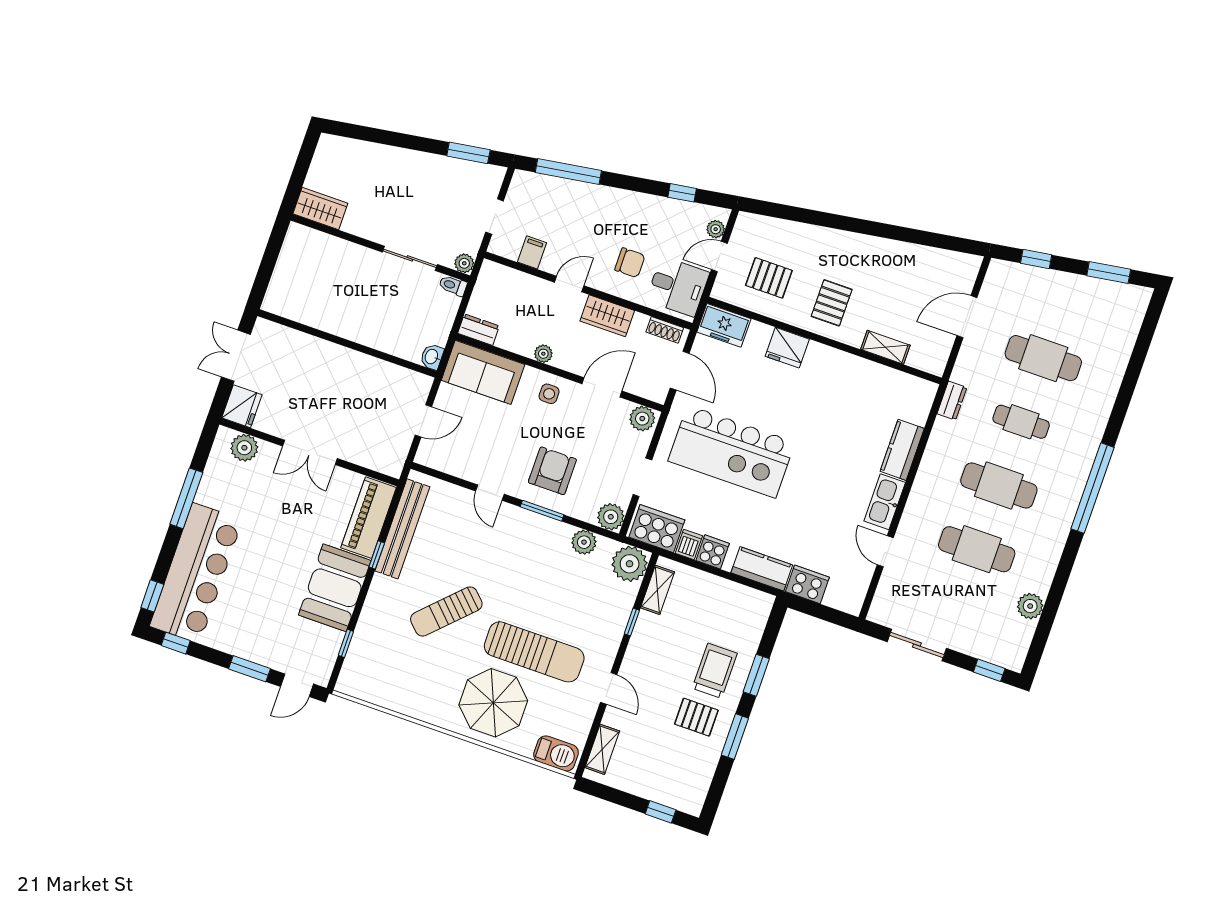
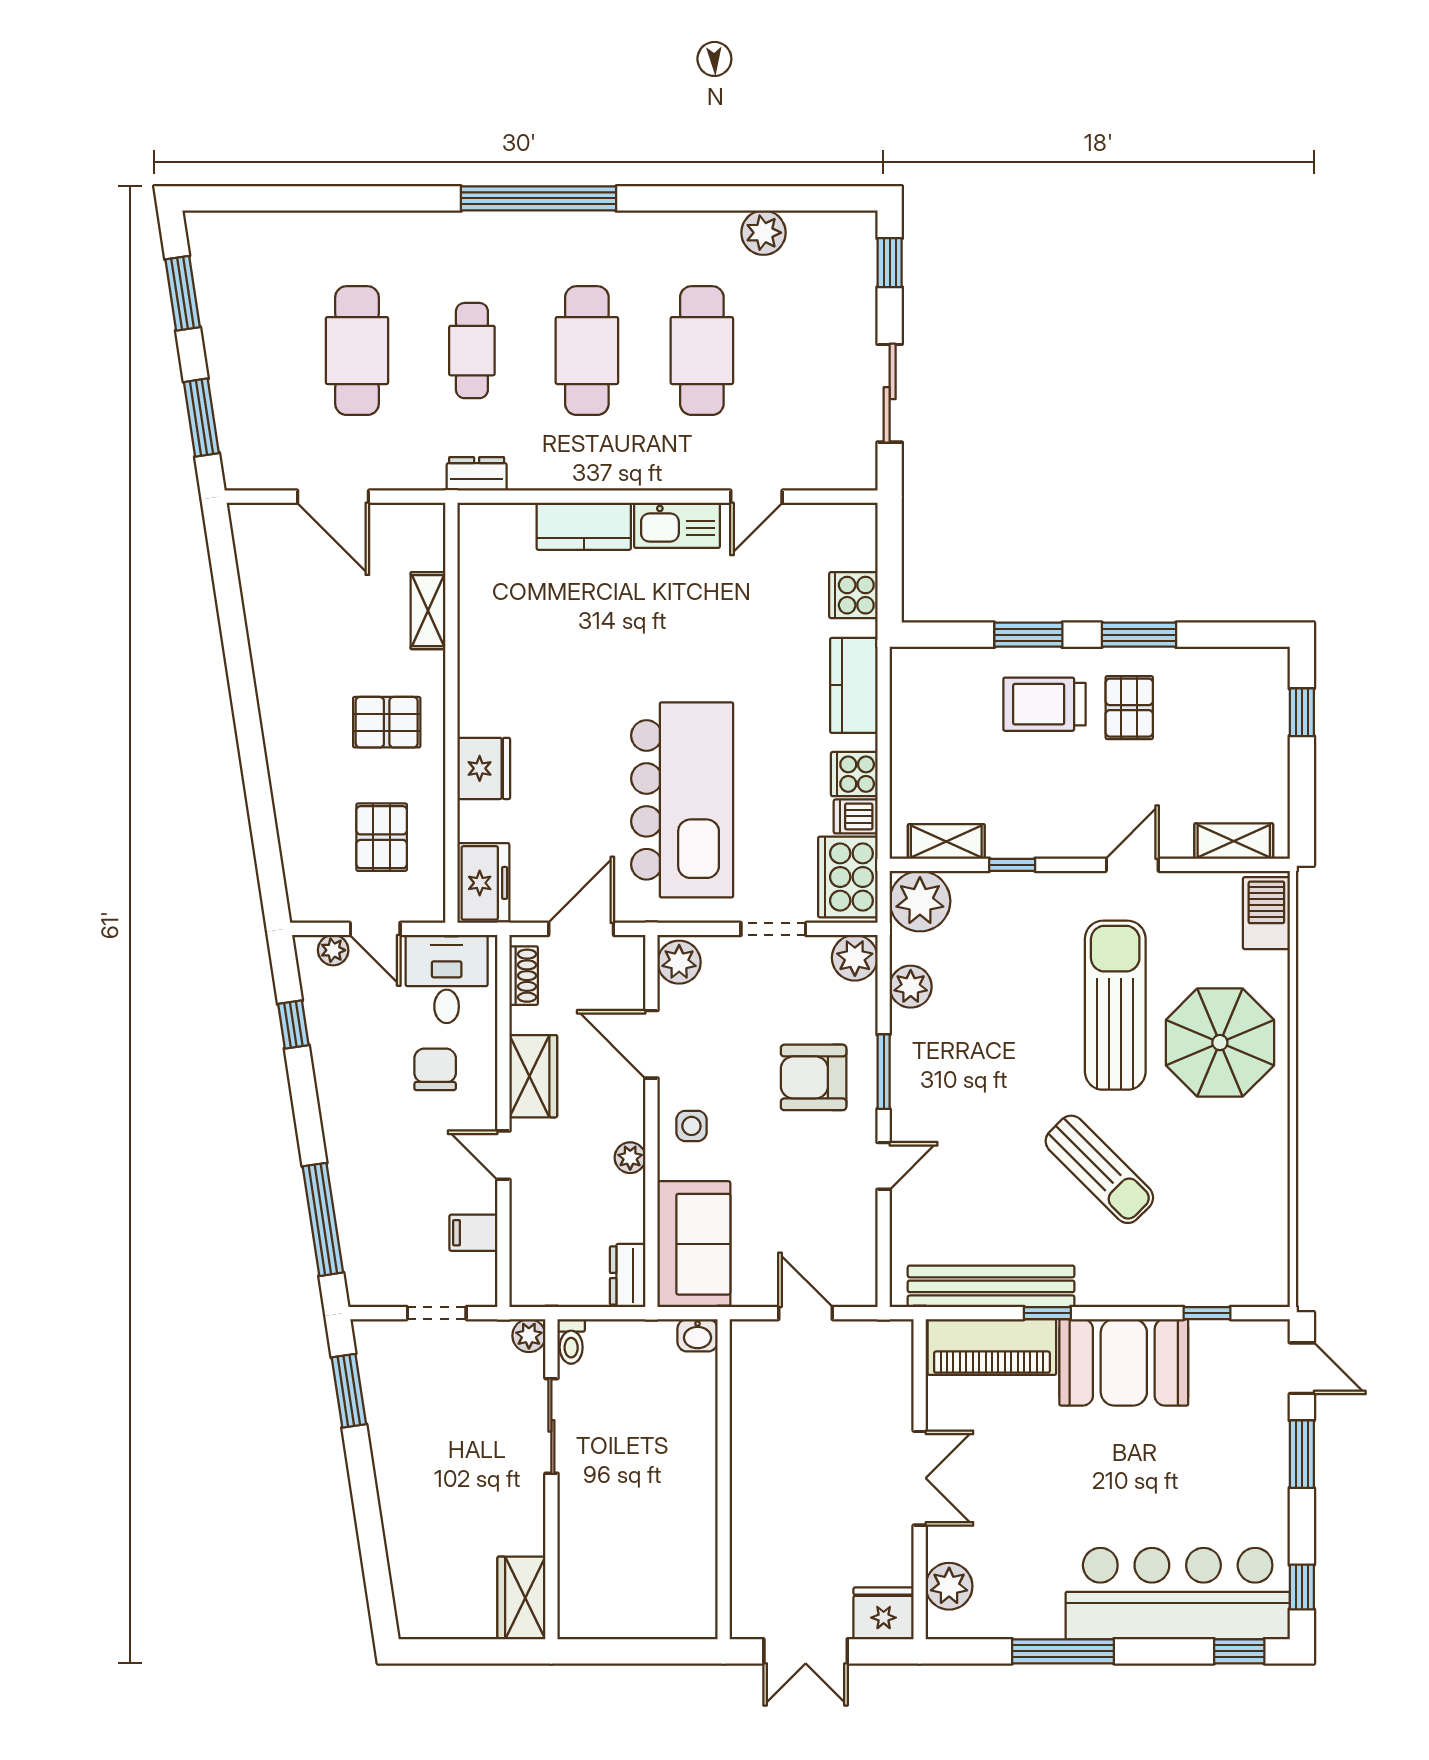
window: (1036, 259) -> (201, 418), width x1.50
cooker: (807, 584) -> (853, 595), width x0.73

